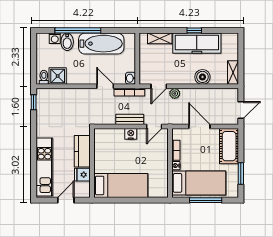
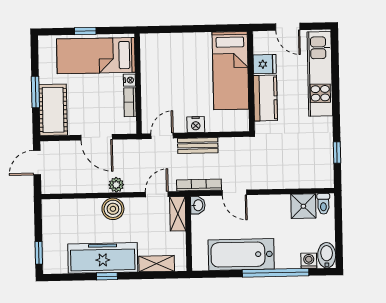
bidet: (67, 42) -> (327, 255), moved
window: (241, 48) -> (39, 253), added
shelving: (233, 73) -> (178, 214), moved
boiler: (202, 77) -> (113, 209), moved
plant: (175, 93) -> (116, 185), moved
window: (34, 102) -> (337, 152), moved
window: (241, 174) -> (35, 92), moved
bed: (121, 185) -> (230, 71), moved, turned -90
door: (66, 200) -> (288, 27), hinge flipped
window: (206, 200) -> (85, 31), width x0.46

